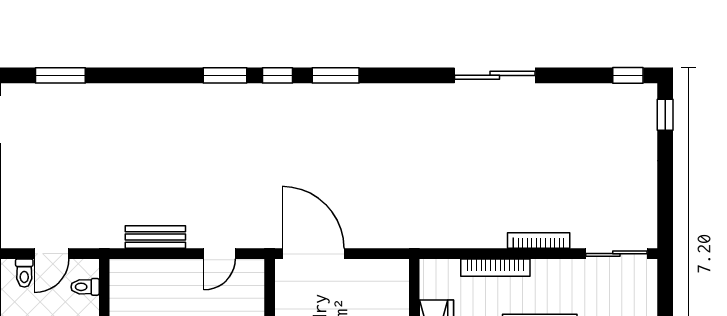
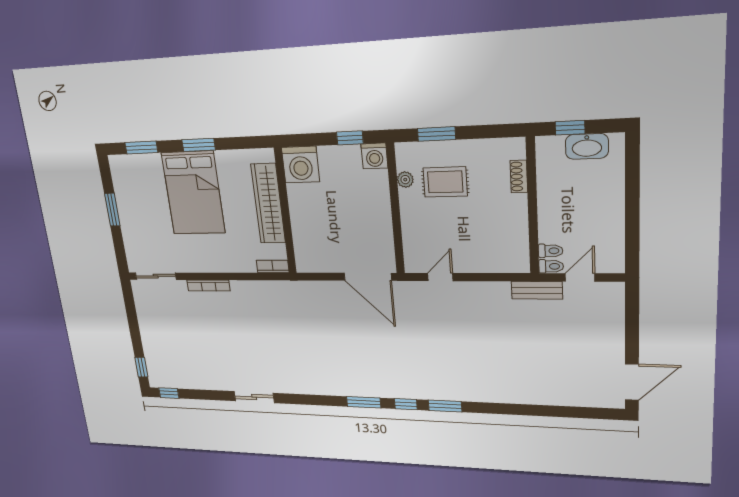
window: (60, 75) -> (575, 412), removed
sliding door: (495, 75) -> (254, 397), width x0.73
bench: (155, 237) -> (537, 290), moved
bookcase: (495, 268) -> (273, 266), moved, width x0.64
toilet: (24, 273) -> (551, 266), moved, turned 90

